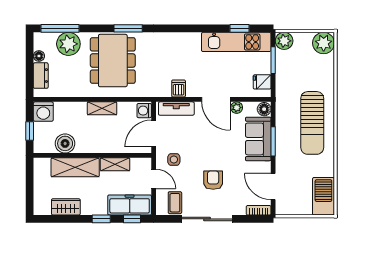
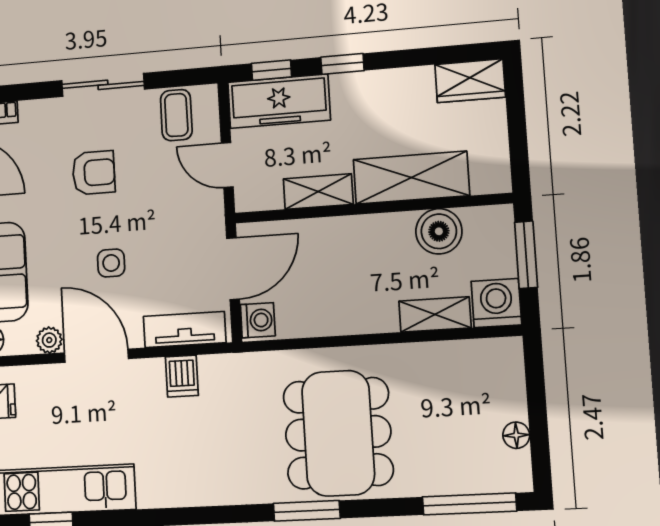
plant: (68, 44) -> (447, 468), removed
dresser: (41, 76) -> (508, 388), removed
shelving: (102, 108) -> (435, 314), moved
window: (30, 131) -> (526, 255), width x1.50
side table: (174, 159) -> (111, 263), moved
armchair: (213, 180) -> (94, 173), turned -90
wardrobe: (66, 207) -> (470, 81), moved
sliding door: (207, 219) -> (103, 85), width x0.73

